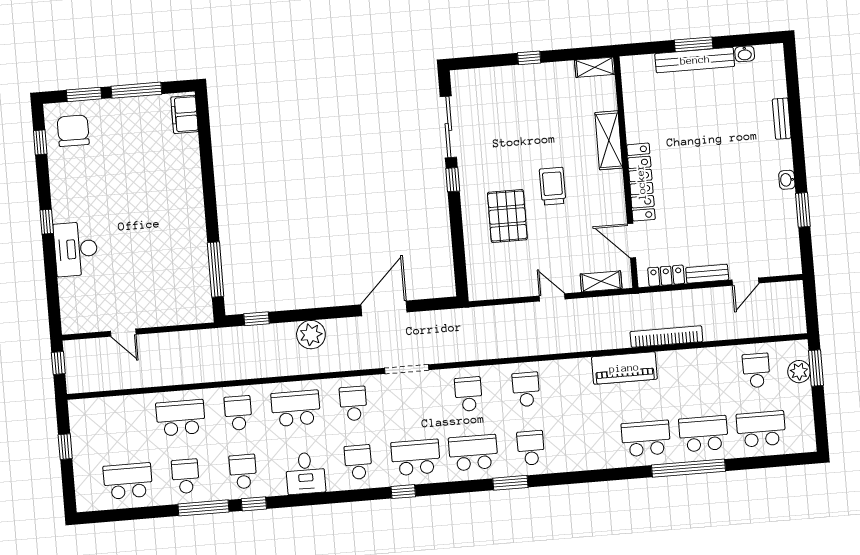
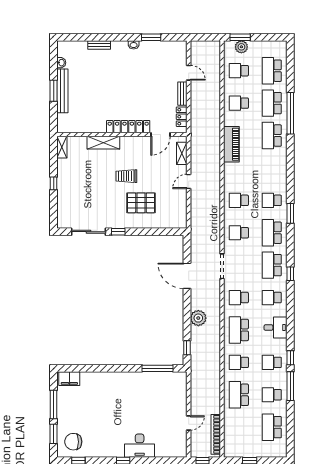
bookcase: (666, 337) -> (216, 434), moved
school desk: (699, 375) -> (239, 103), added

